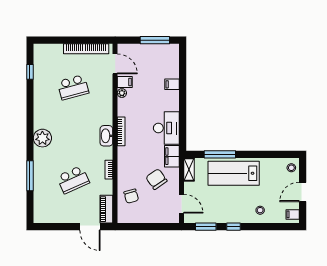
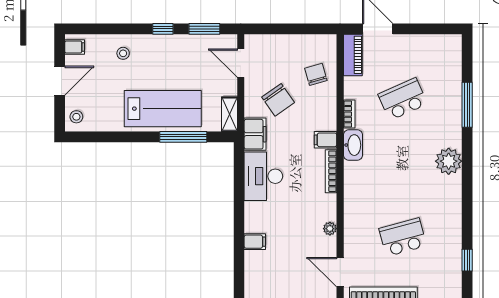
filing cabinet: (125, 82) -> (325, 140), moved
washbasin: (106, 136) -> (353, 145), moved

